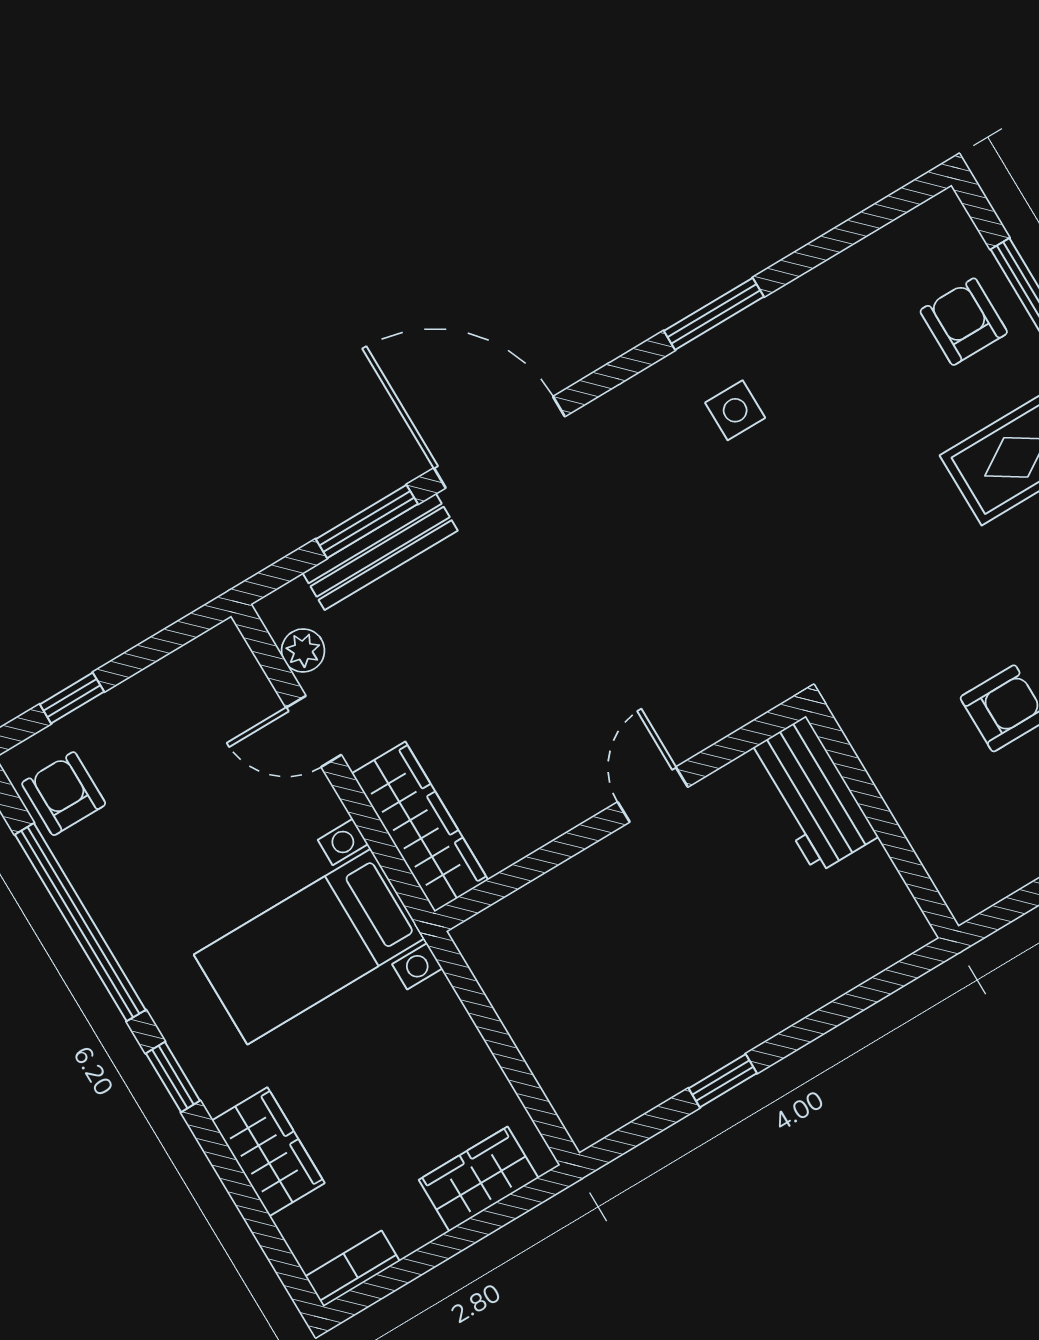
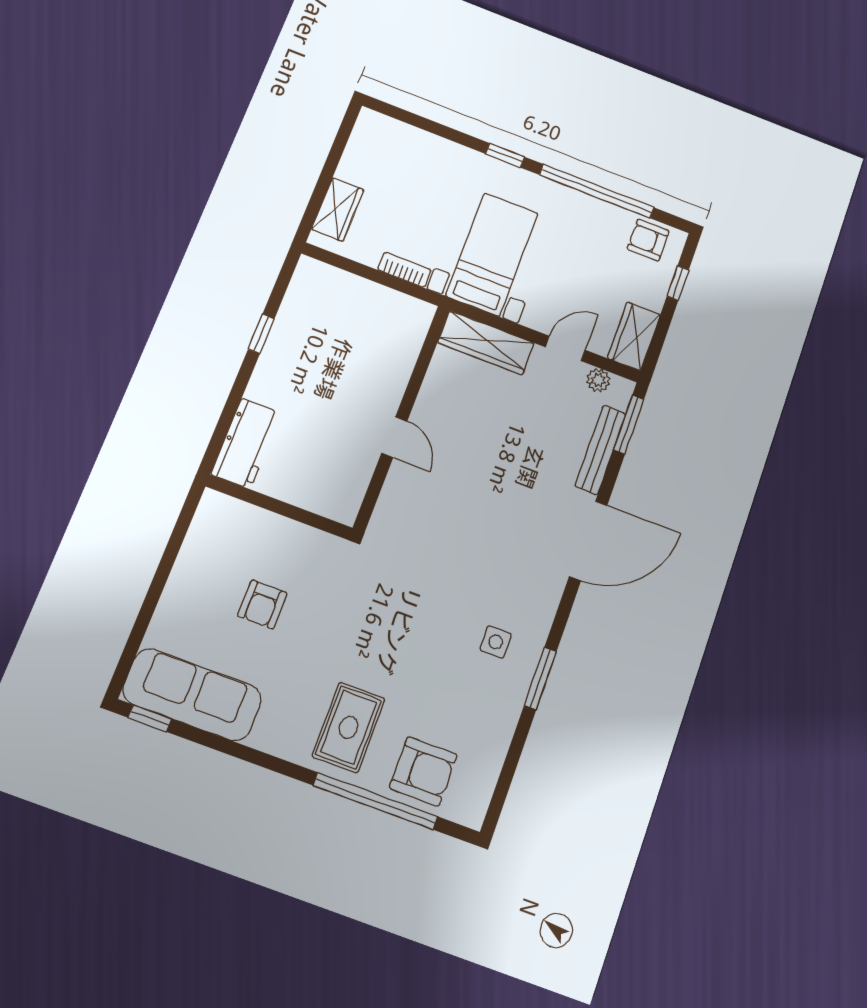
armchair: (964, 322) -> (423, 771), width x1.38, depth x1.38
window: (367, 522) -> (629, 425), moved
armchair: (64, 794) -> (648, 240), turned 180
workbench: (811, 795) -> (246, 444), moved, turned 90
wardrobe: (268, 1152) -> (634, 336), moved, turned 90
bookcase: (352, 1269) -> (404, 270), moved, turned -90

